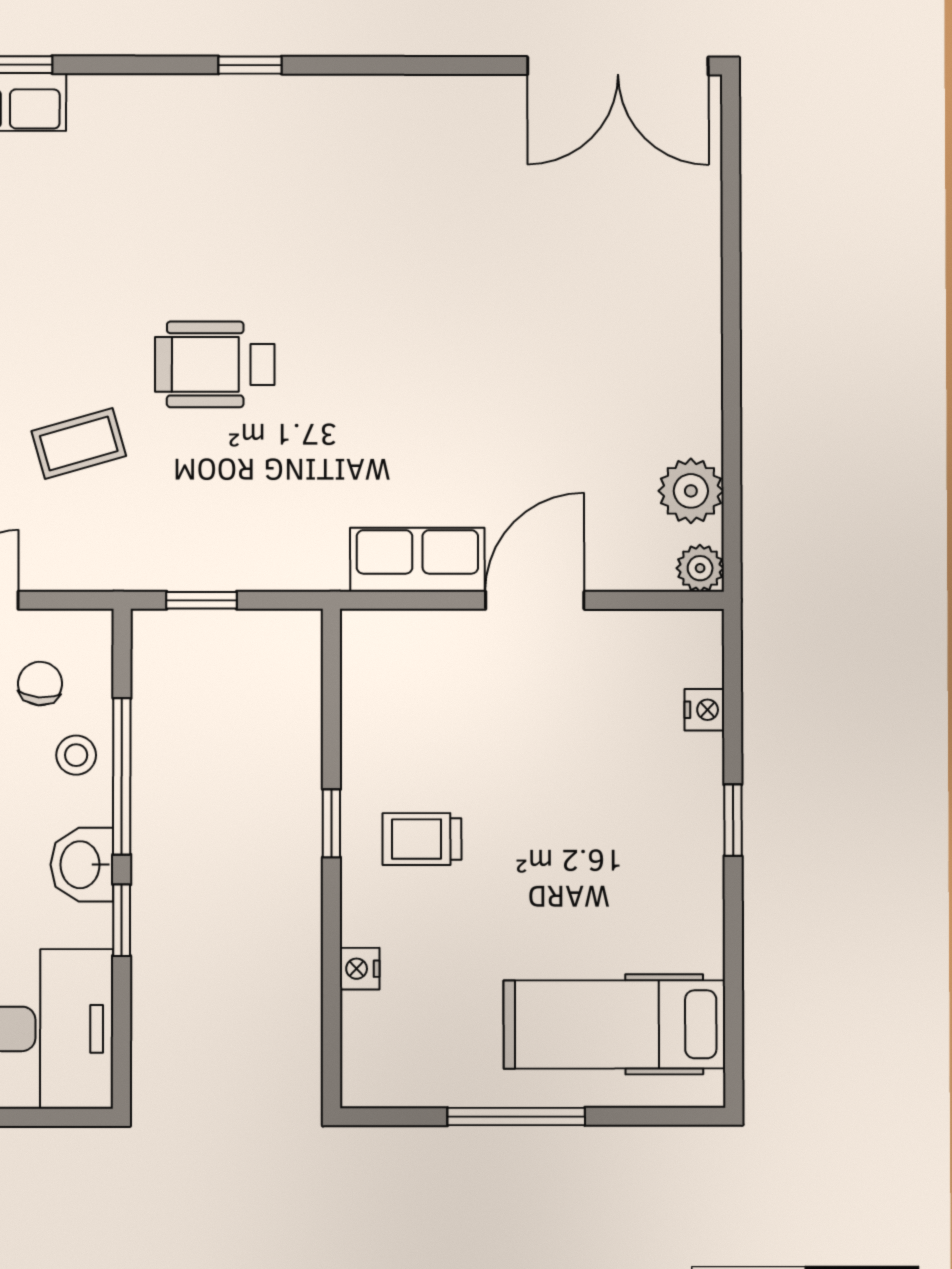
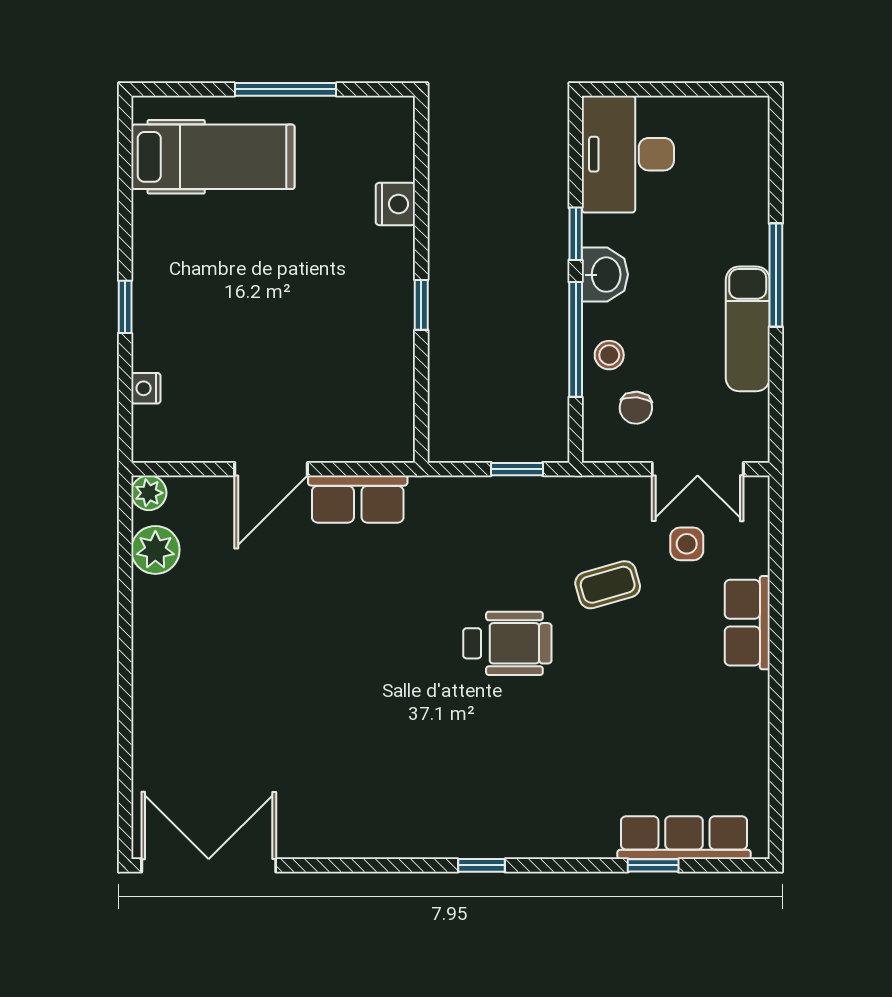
trolley: (422, 839) -> (355, 293), removed
nightstand: (360, 969) -> (395, 204), width x1.39, depth x1.35

